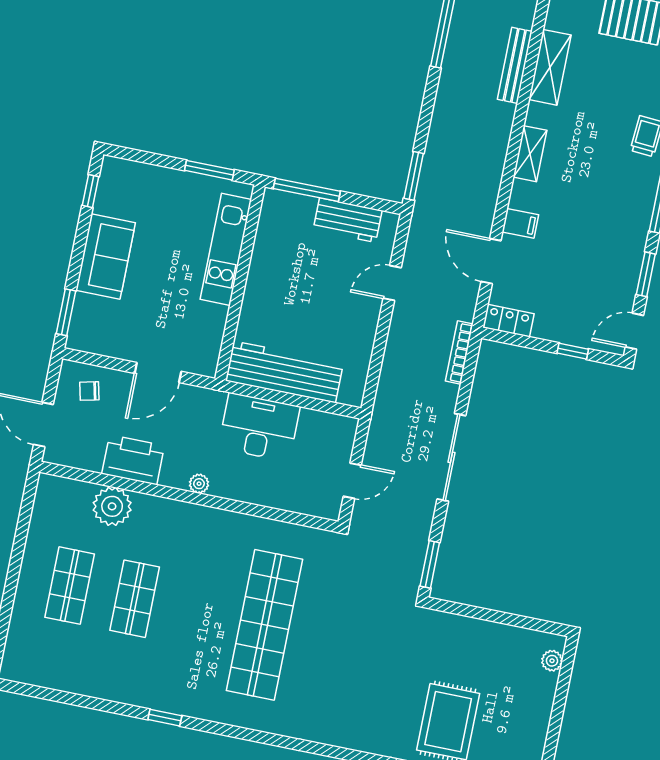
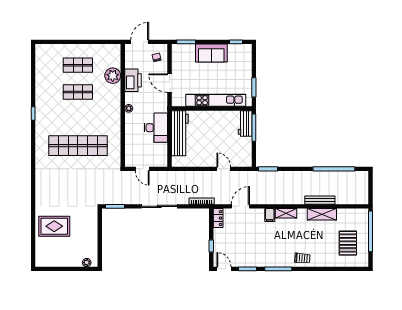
workbench: (348, 220) -> (245, 123), moved
filing cabinet: (520, 223) -> (270, 215), moved
kitchen unit: (226, 249) -> (216, 100), width x1.36

